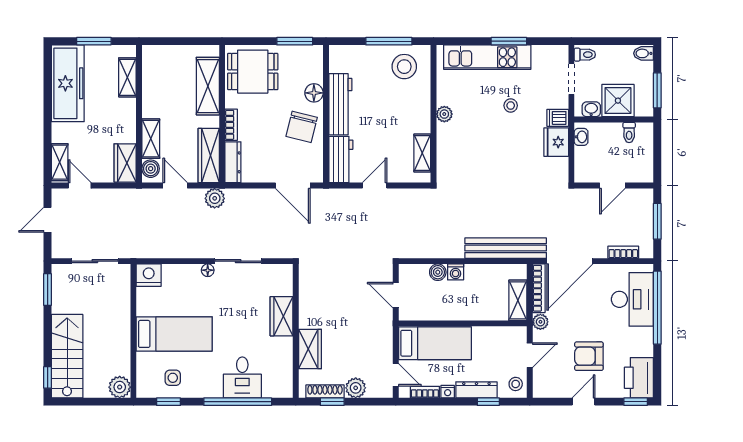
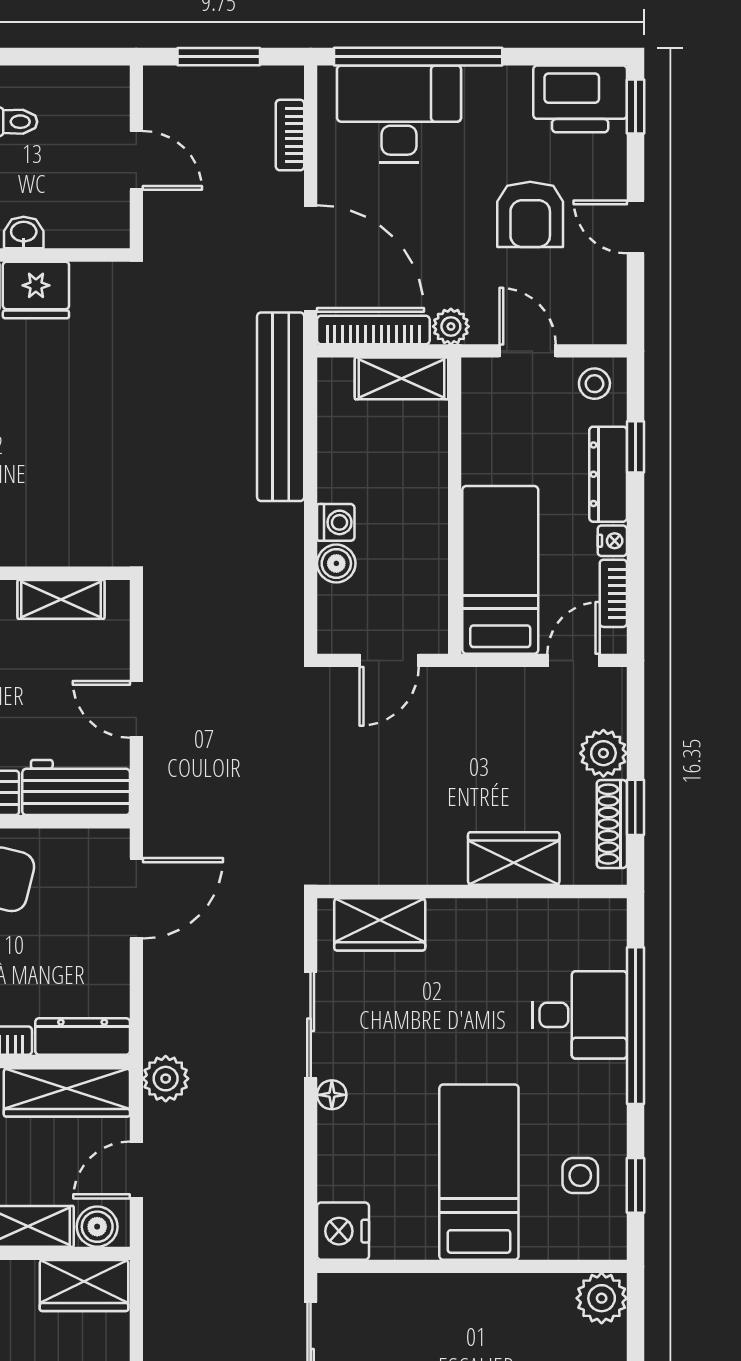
wardrobe: (282, 316) -> (380, 924), moved

